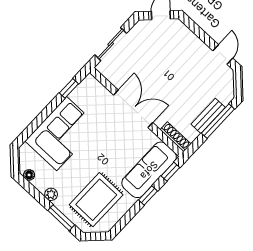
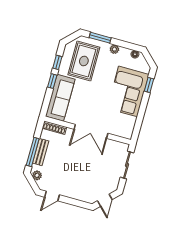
door: (223, 54) -> (52, 196), hinge flipped
window: (69, 88) -> (149, 85), moved
plant: (228, 90) -> (37, 175), added
window: (170, 172) -> (57, 62), moved

